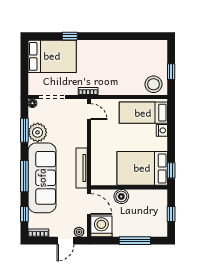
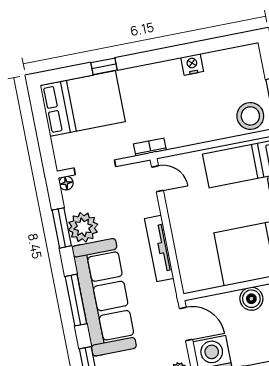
nightstand: (124, 46) -> (192, 64), added
tv unit: (82, 168) -> (159, 248), moved
boiler: (121, 196) -> (251, 299), moved

